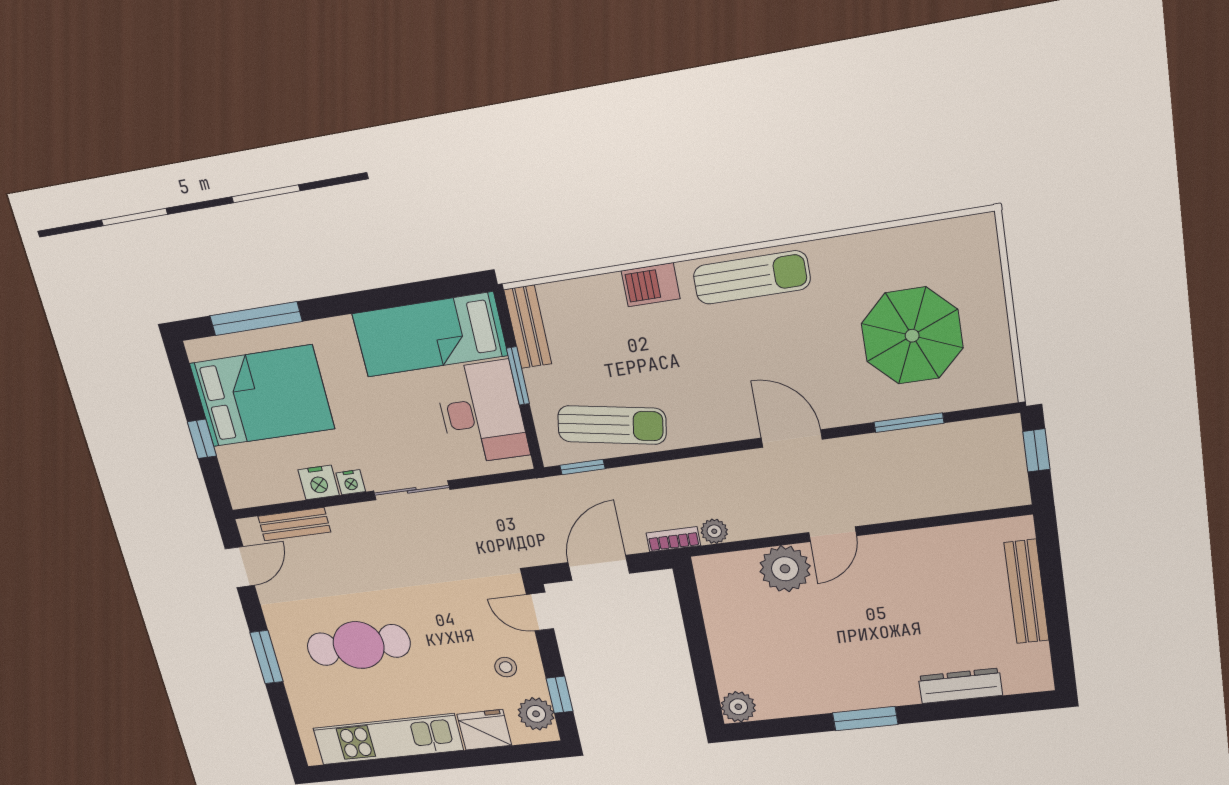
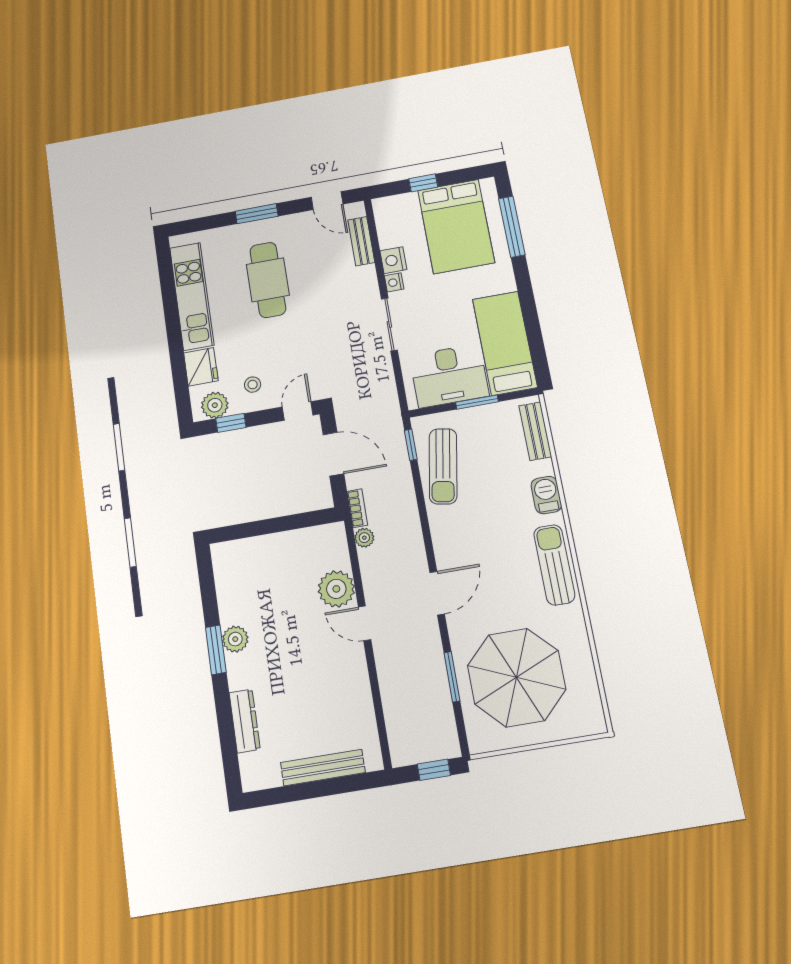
sun lounger: (752, 277) -> (554, 565), turned 180
bench: (528, 327) -> (535, 431), moved, turned 90
parasol: (912, 336) -> (517, 677), width x1.36, depth x1.36
plant: (738, 707) -> (235, 639), moved

